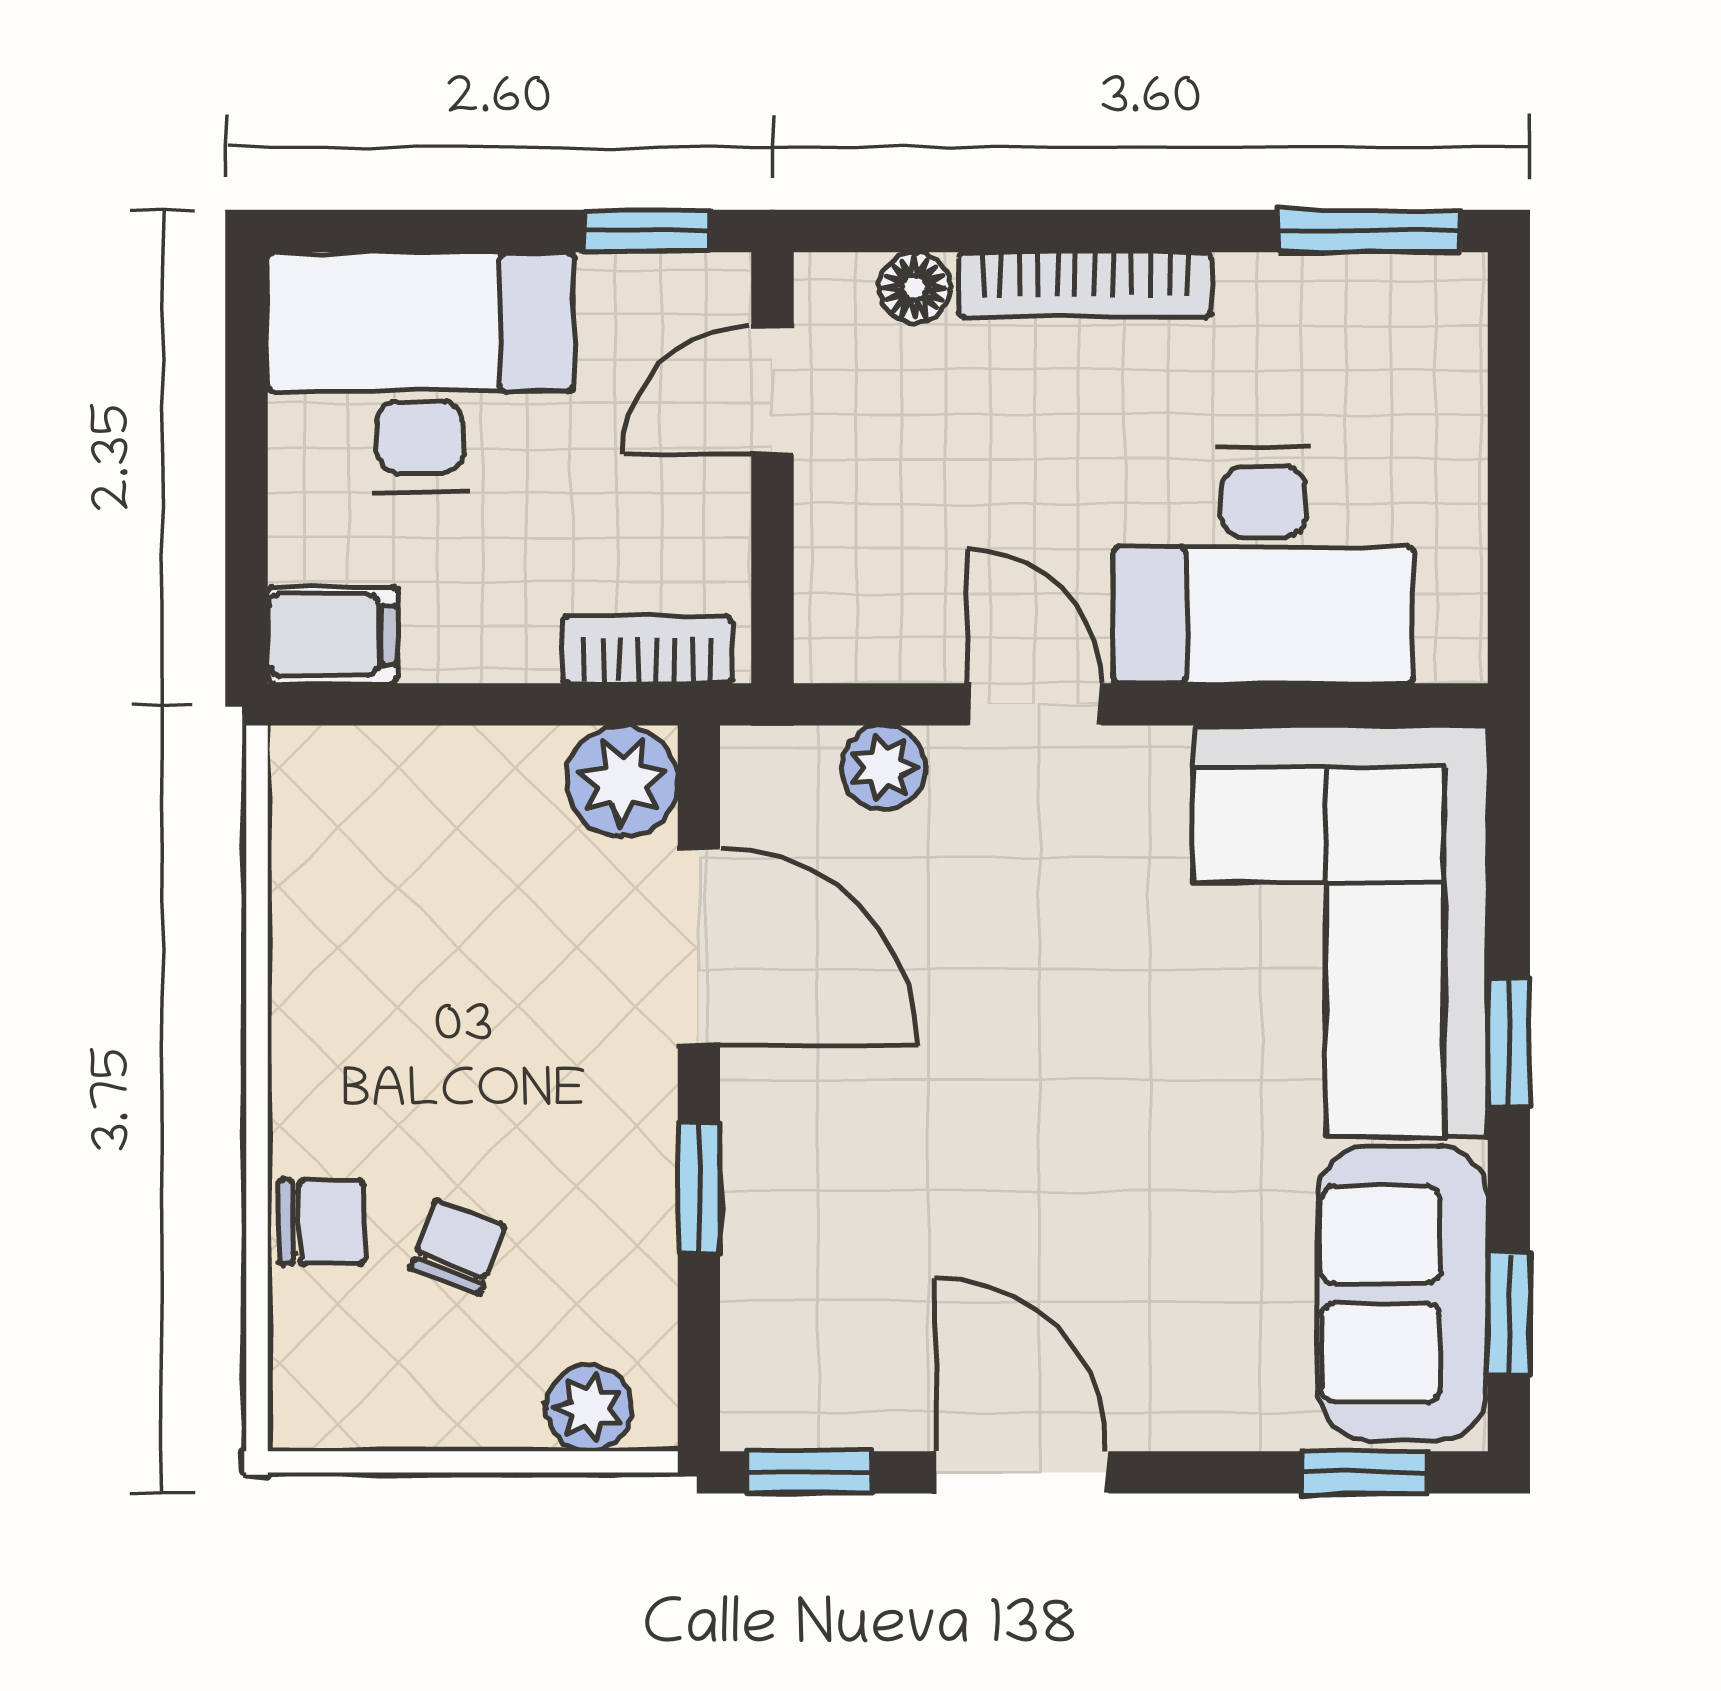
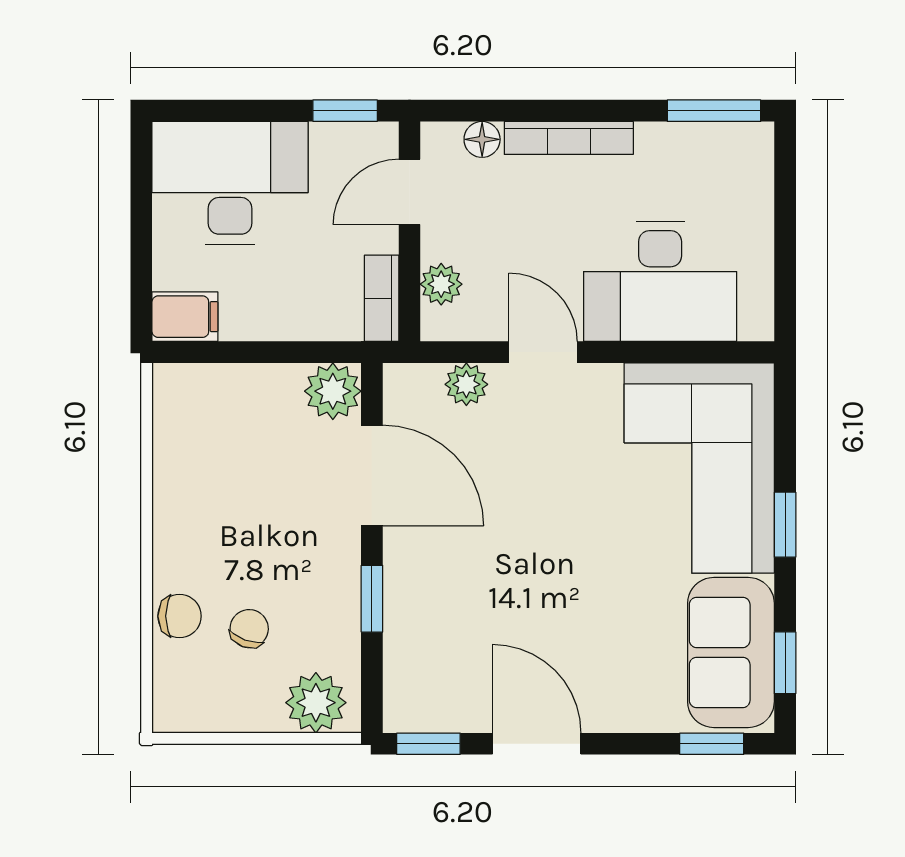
plant: (835, 571) -> (441, 284), added
bookcase: (647, 650) -> (382, 298), moved, turned -90
plant: (589, 1408) -> (316, 703), width x1.38, depth x1.38

